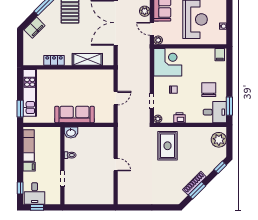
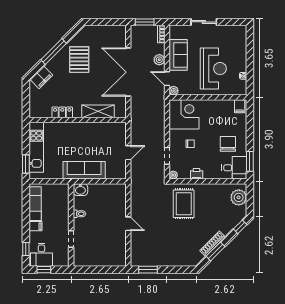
window: (134, 207) -> (148, 270), added

